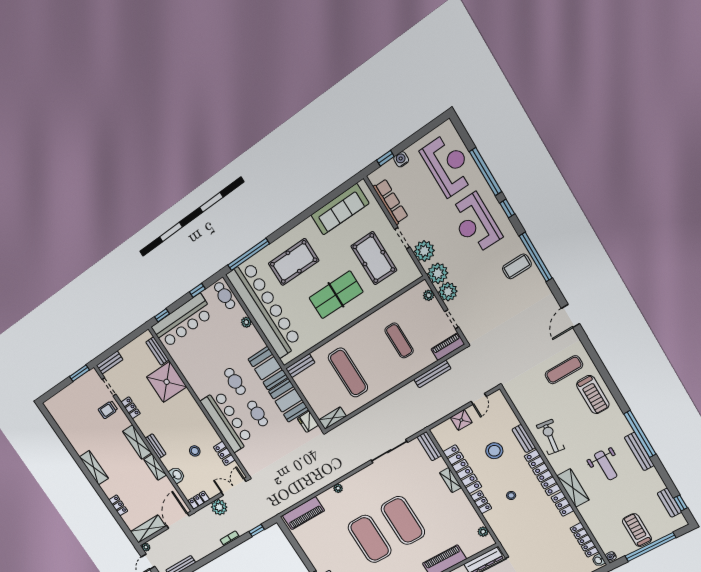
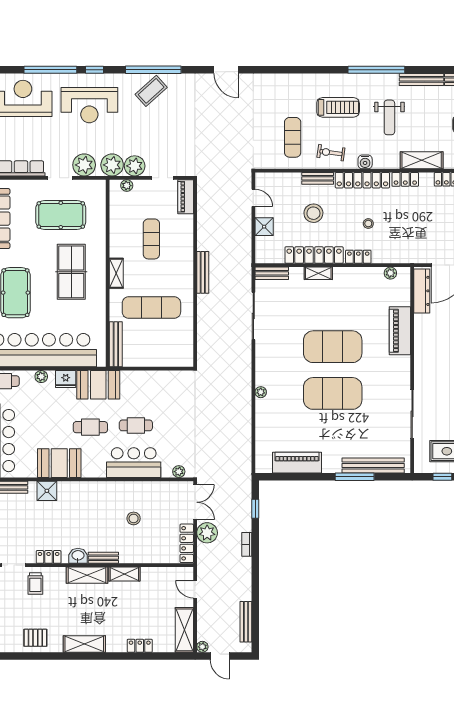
coffee table: (517, 266) -> (151, 91), turned 48
exercise mat: (399, 341) -> (151, 239), turned 90
bench: (300, 366) -> (116, 344), width x1.36
exercise mat: (564, 370) -> (293, 137), moved
bench: (432, 374) -> (203, 272), moved
shower: (167, 382) -> (47, 491), width x0.54, depth x0.54
treadmill: (593, 395) -> (338, 107), moved
booth: (288, 401) -> (59, 463), moved
shelving: (333, 418) -> (116, 273), moved
bar counter: (227, 421) -> (134, 463), width x0.73
fridge: (308, 422) -> (66, 379), moved
pallet: (75, 432) -> (35, 638), added
exercise bike: (550, 437) -> (331, 153), width x0.73, depth x0.72
bench: (639, 451) -> (421, 79), moved
locker: (224, 453) -> (155, 488), removed
plant: (246, 463) -> (179, 472), added
weight bench: (606, 465) -> (389, 117), turned 90
water cooler: (558, 467) -> (365, 162), added
washbasin: (177, 475) -> (78, 556), moved
double door: (234, 487) -> (195, 502), swing flipped
shelving: (573, 488) -> (422, 160), moved
locker: (199, 500) -> (187, 543), width x1.53
piano: (303, 513) -> (297, 463), moved, turned -90
door: (178, 521) -> (195, 589), width x0.53

